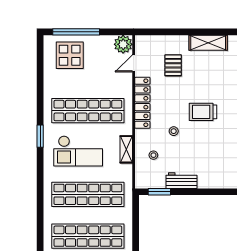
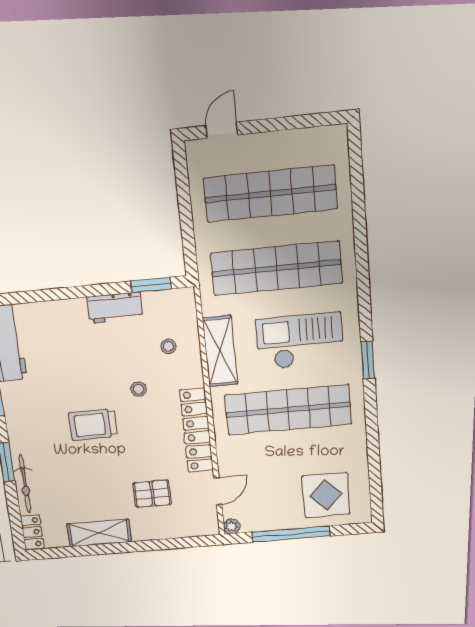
window: (76, 32) -> (291, 534), moved
plant: (123, 44) -> (232, 526), width x0.53, depth x0.53
pallet: (173, 65) -> (152, 494), turned 90
trolley: (203, 112) -> (93, 425), turned 180
shelving: (126, 149) -> (220, 351), width x1.50, depth x1.33

